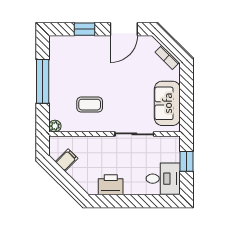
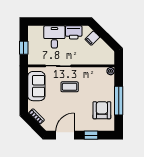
armchair: (68, 67) -> (102, 110), added
coffee table: (90, 105) -> (70, 87), moved
filing cabinet: (67, 160) -> (92, 38), moved
desk: (163, 179) -> (54, 37), moved, turned 90

